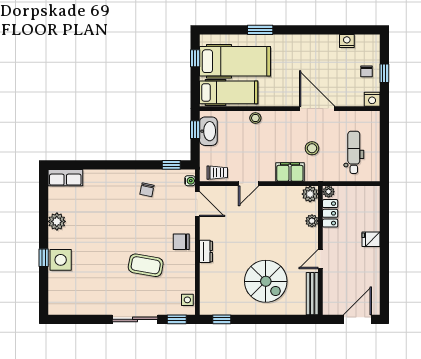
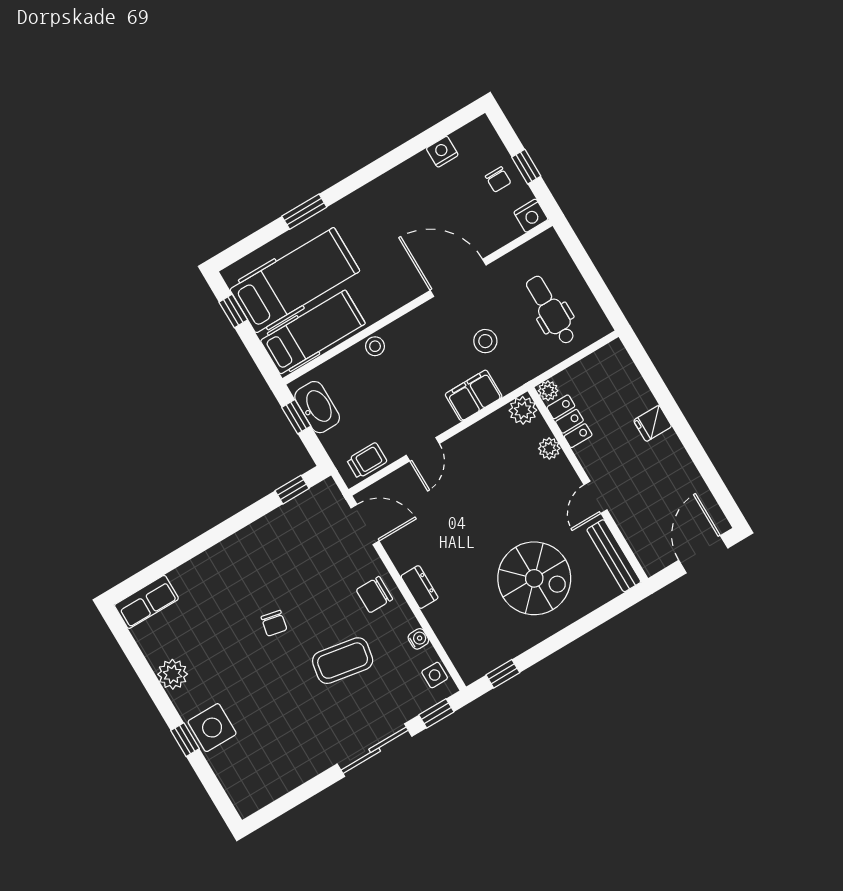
water cooler: (190, 181) -> (418, 639), moved
chair: (147, 190) -> (274, 623), moved

